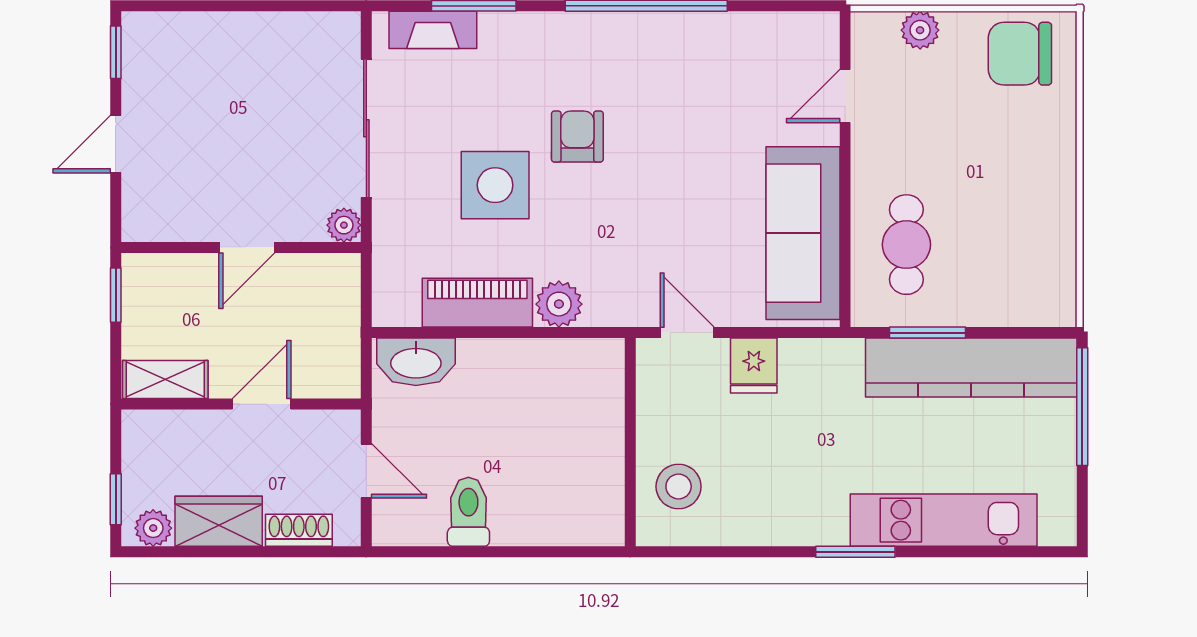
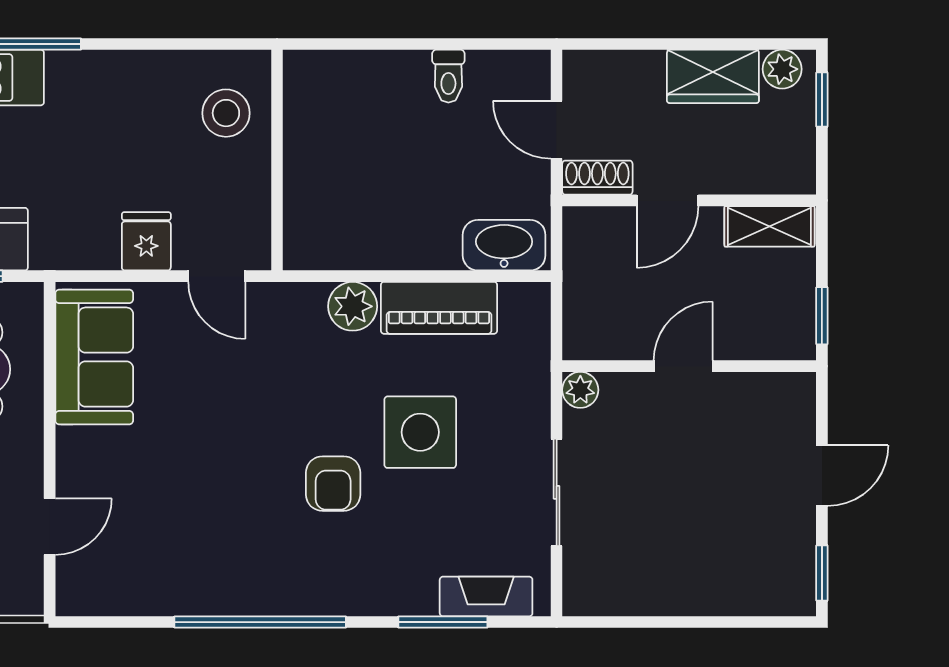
sliding door: (366, 128) -> (557, 492), width x0.73
sofa: (803, 233) -> (94, 357), width x0.73
toilet: (468, 512) -> (448, 76), width x0.73, depth x0.72
shoe rack: (299, 530) -> (597, 178), moved, turned 180

